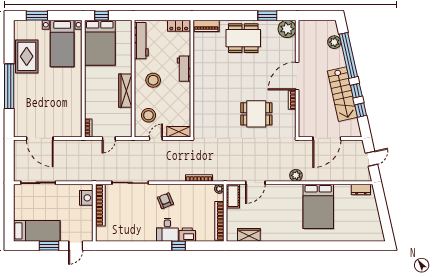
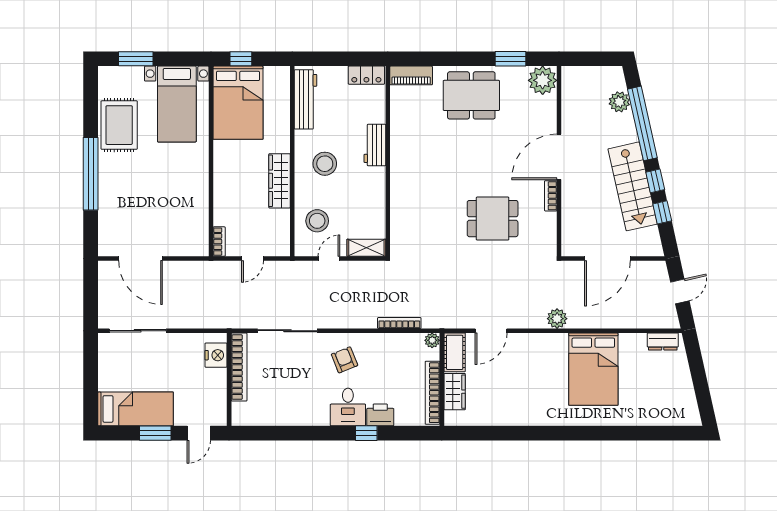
wardrobe: (249, 235) -> (455, 392), moved, turned 90

